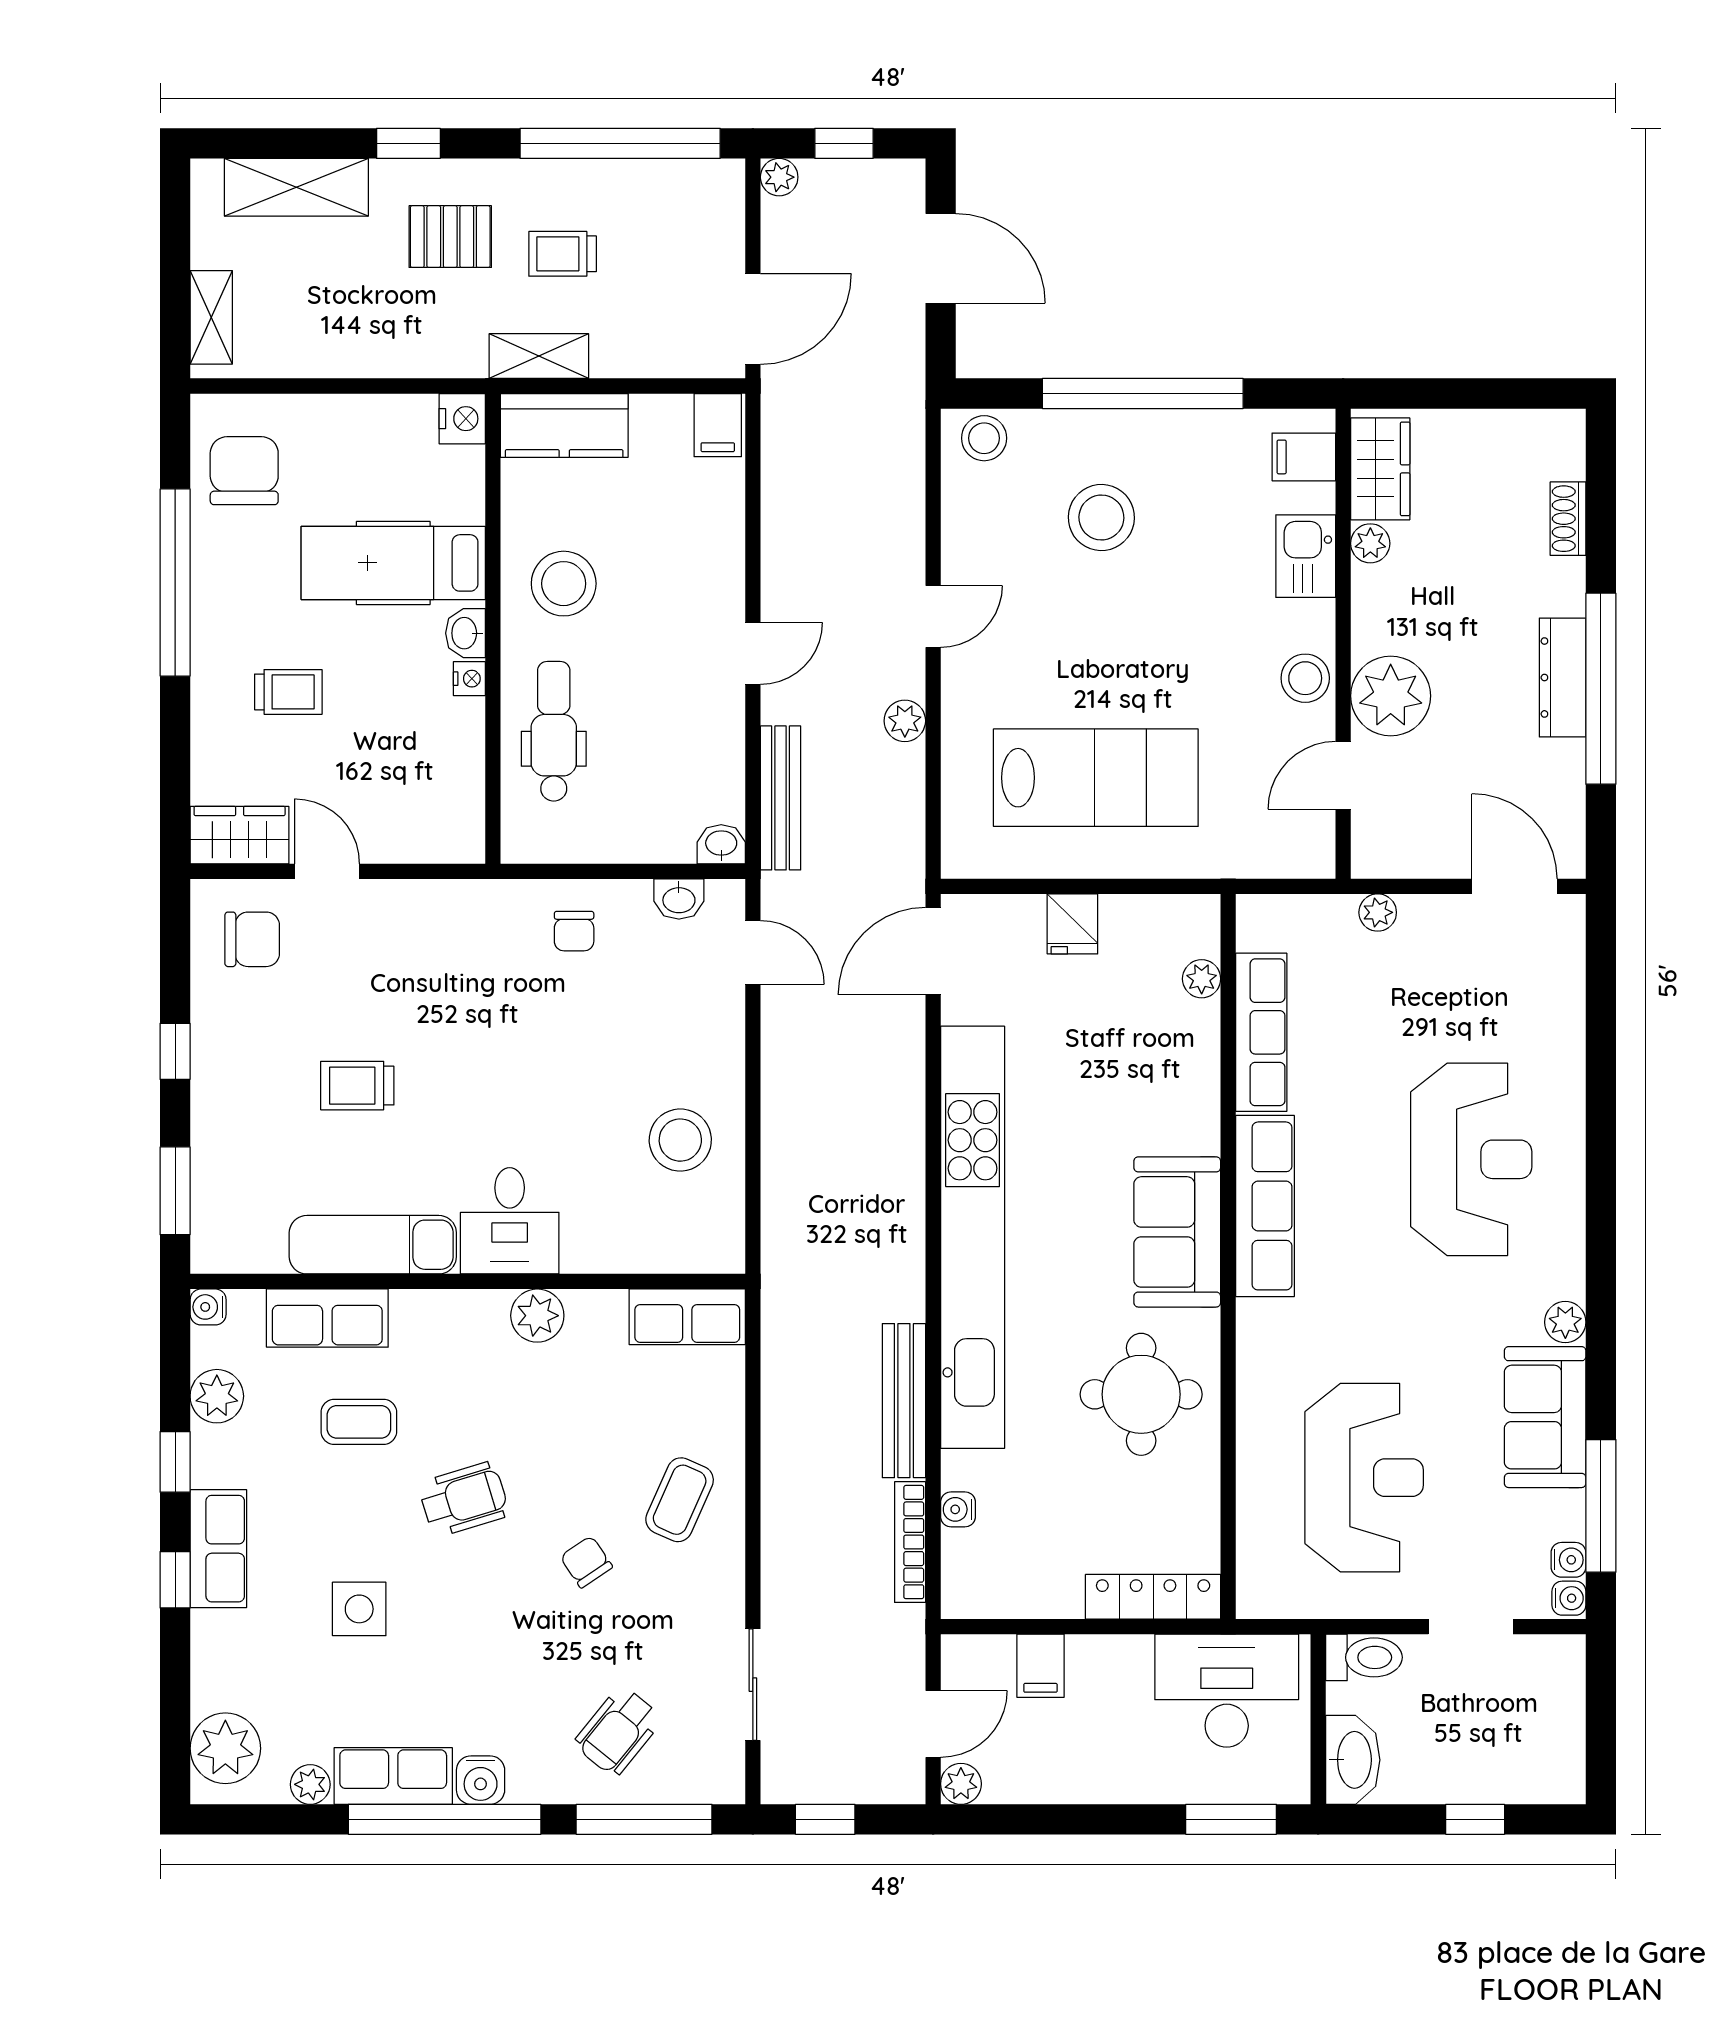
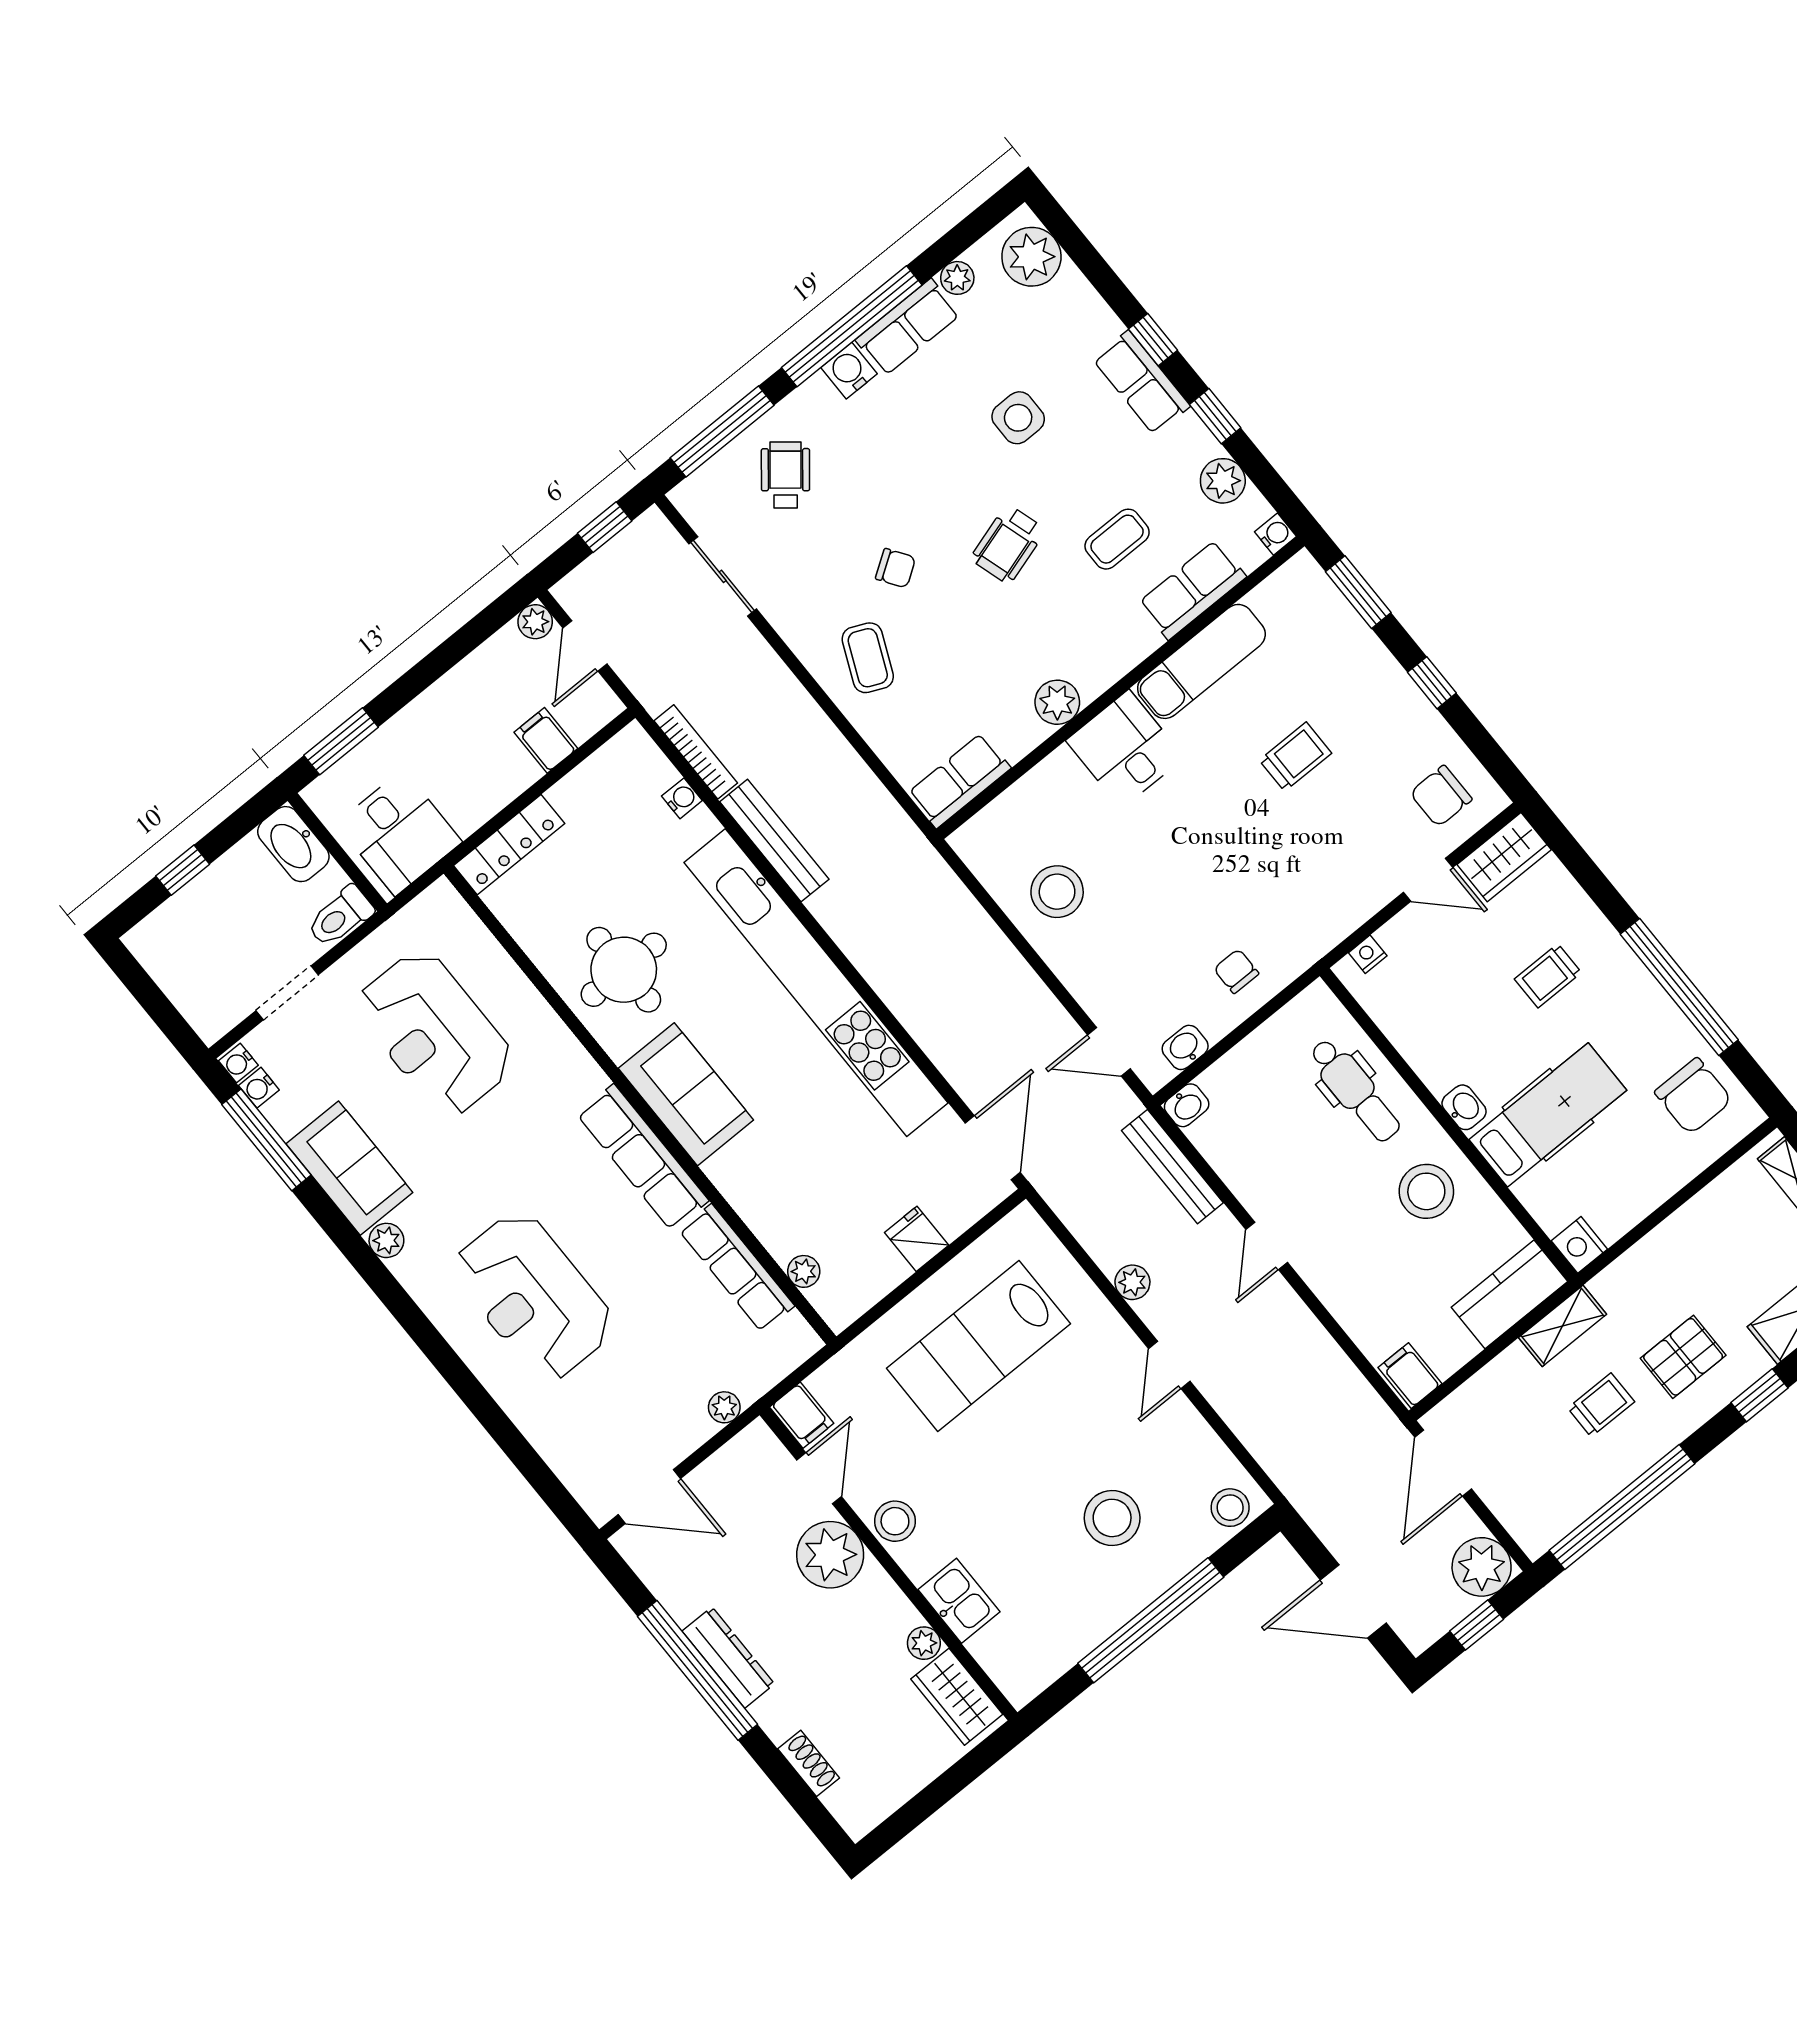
plant: (779, 177) -> (1482, 1567), width x1.87, depth x1.87
filing cabinet: (1304, 457) -> (802, 1415), moved, turned 90
nightstand: (469, 679) -> (1368, 954), moved, turned 90
desk: (1227, 1691) -> (399, 833), width x0.73

